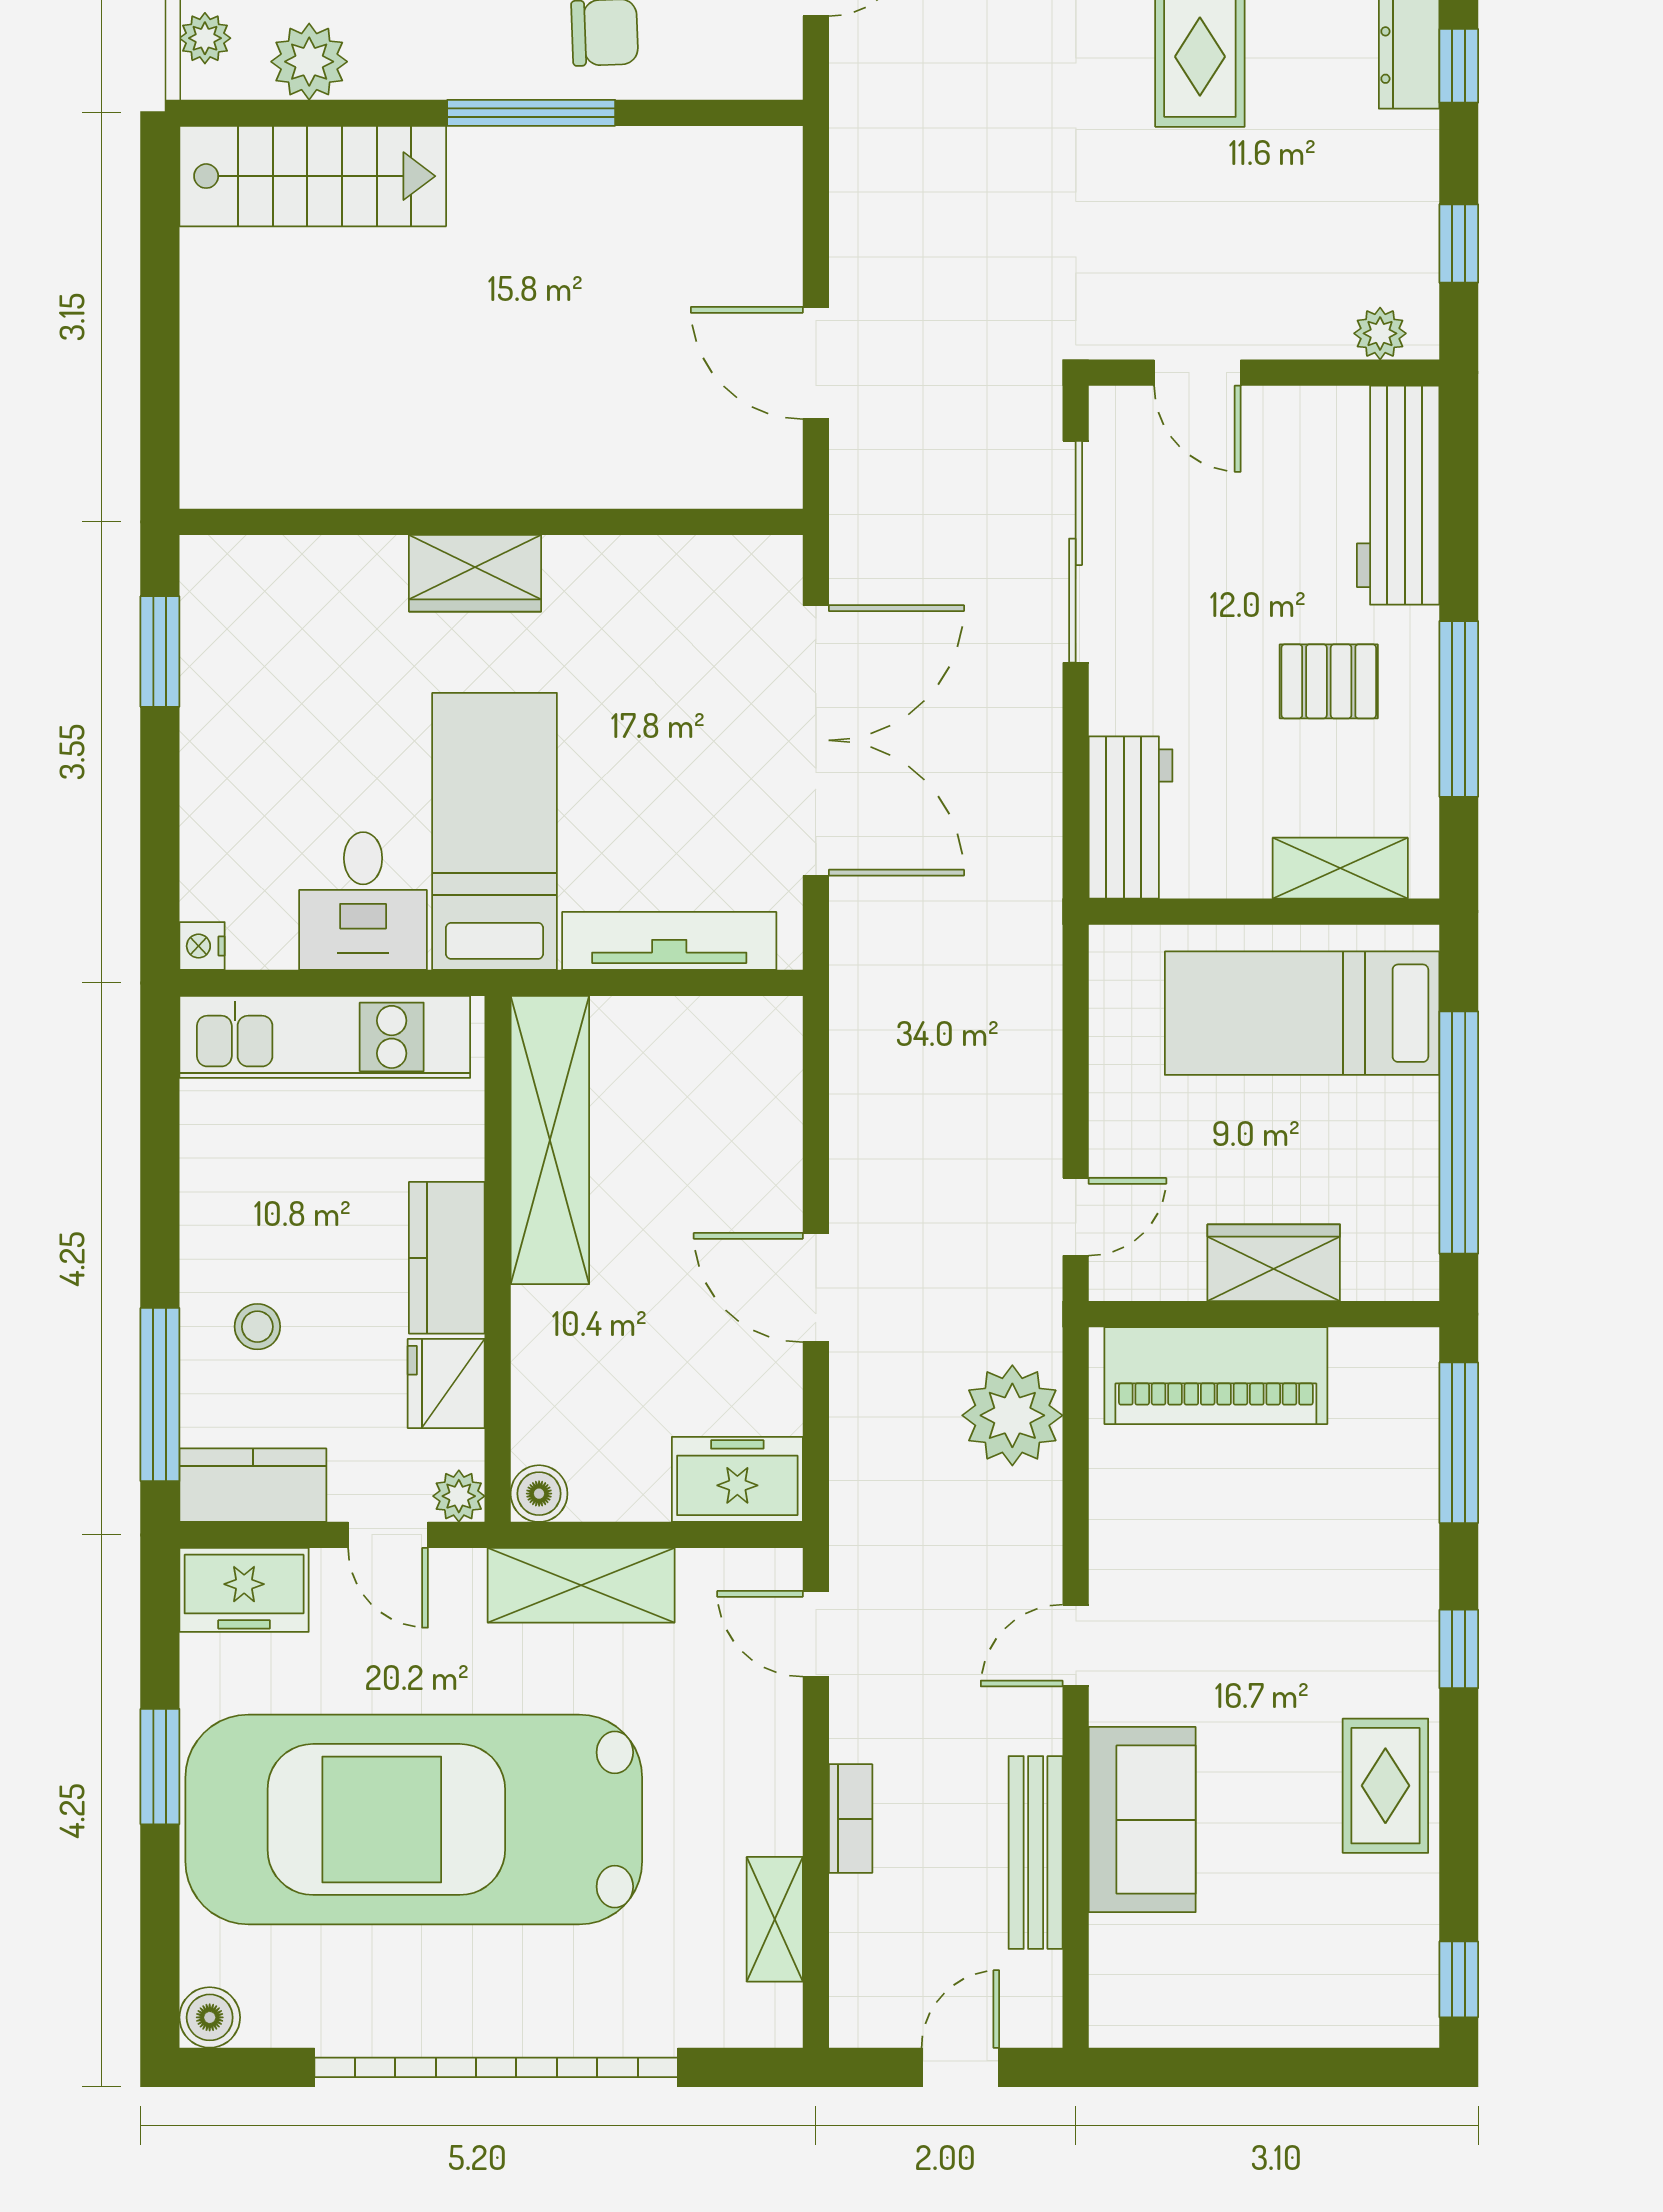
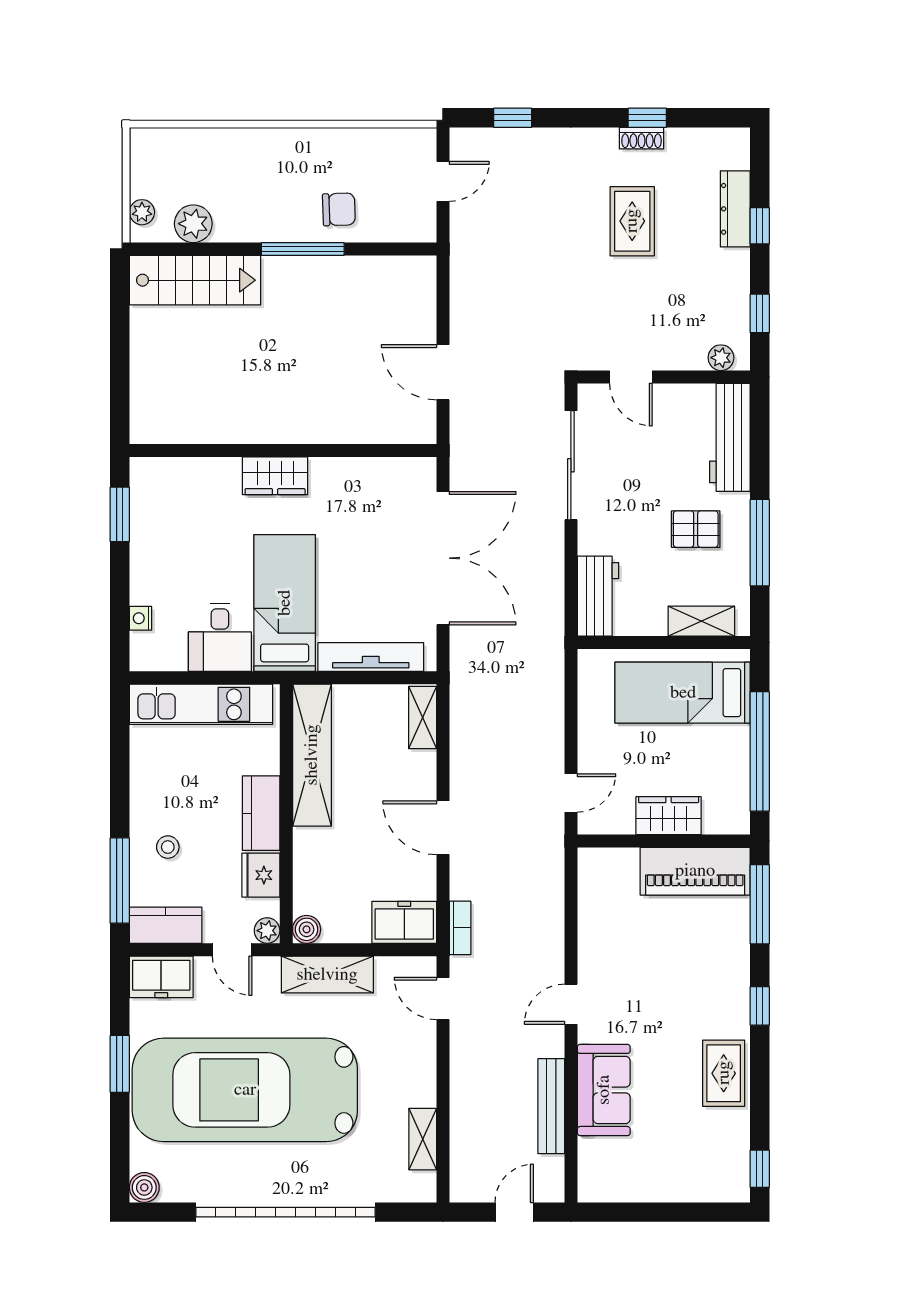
nightstand: (202, 946) -> (141, 618), moved
shelving: (774, 1064) -> (423, 718), added
piano: (1216, 1376) -> (695, 871), moved
plant: (1012, 1415) -> (540, 891), removed
bookcase: (851, 1819) -> (460, 928), moved

